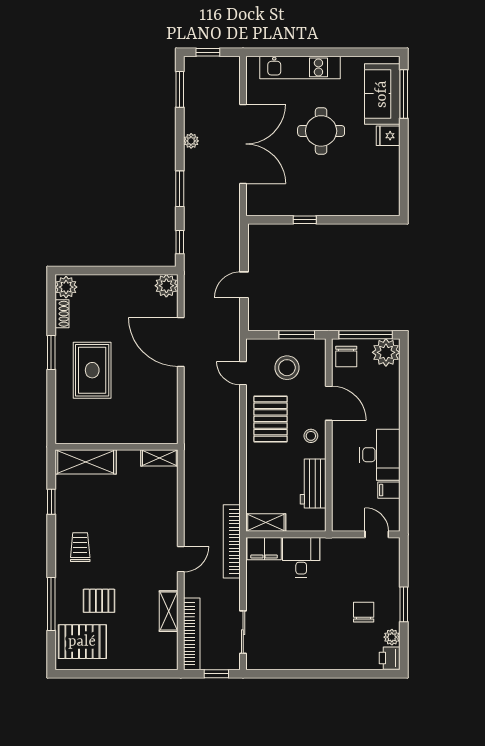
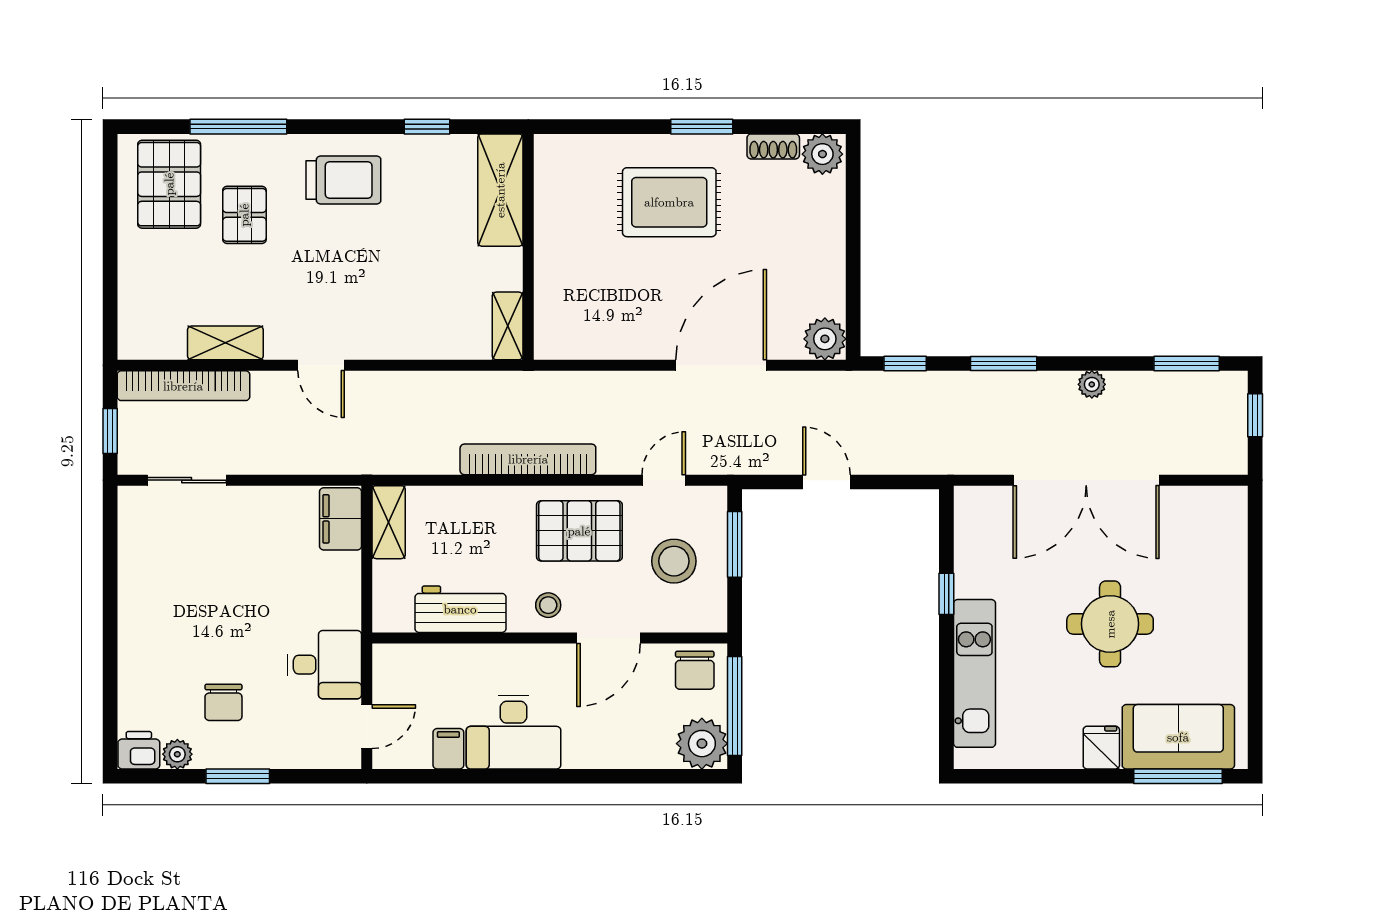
kitchen unit: (300, 67) -> (974, 673), moved, turned 180
window: (297, 335) -> (735, 544), moved
chair: (346, 356) -> (695, 670), turned -90
bookcase: (232, 541) -> (528, 459), moved
trolley: (80, 547) -> (343, 180), width x1.36, depth x1.39
desk: (301, 557) -> (324, 665), moved
chair: (364, 612) -> (223, 702), turned 90

